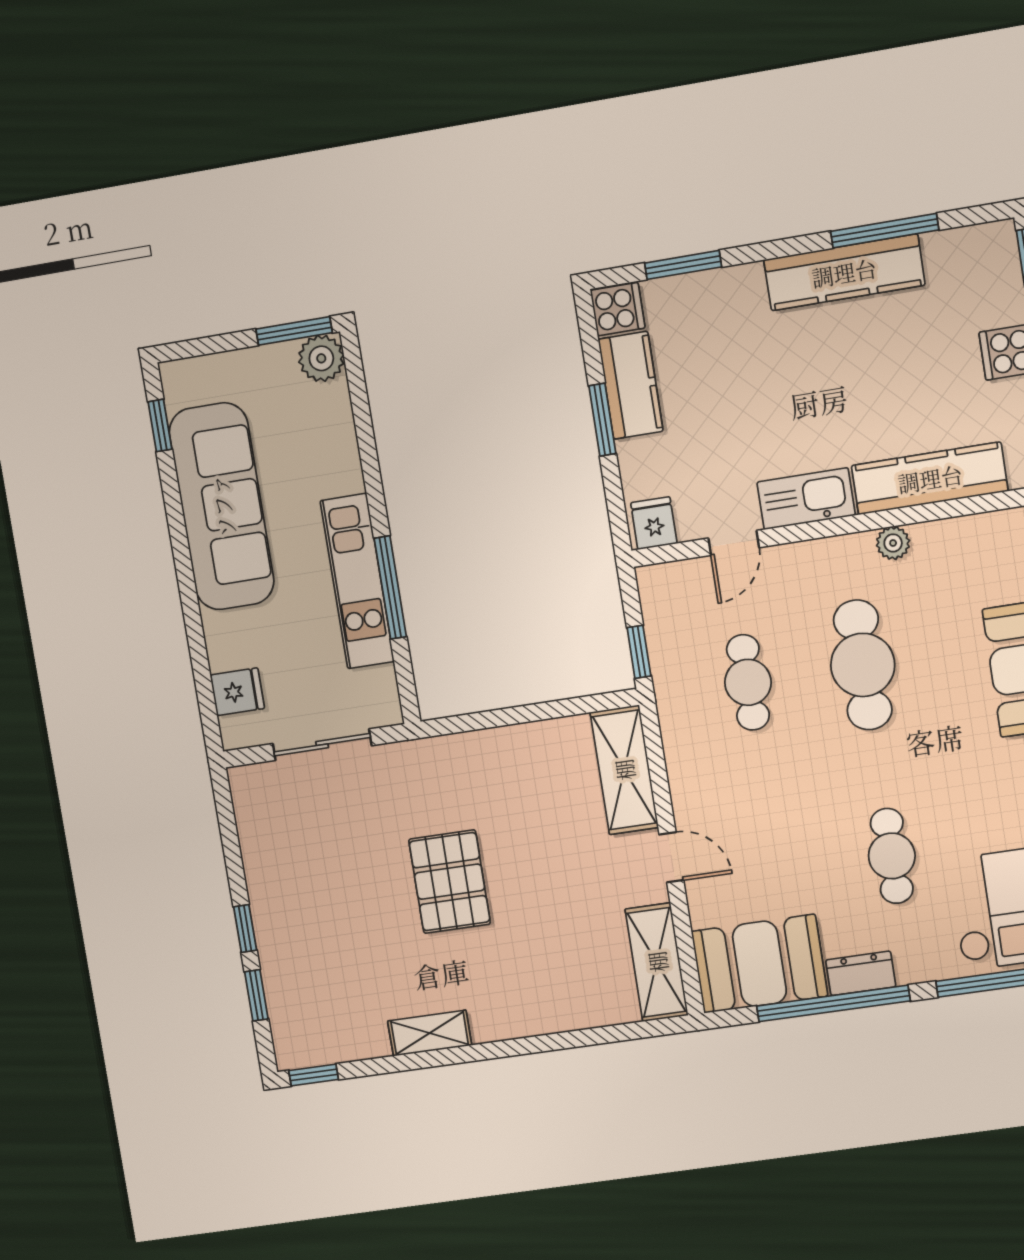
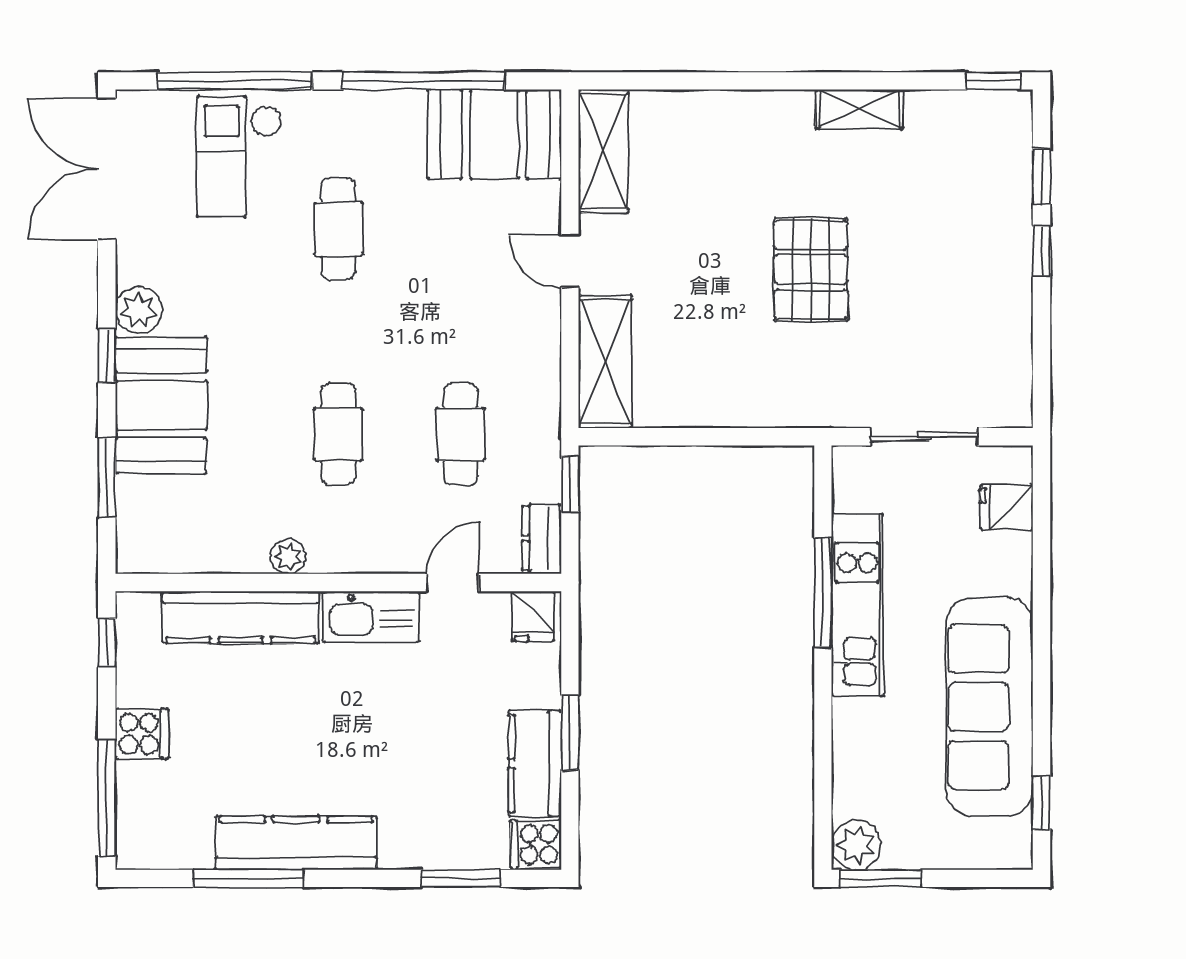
cafe table: (863, 665) -> (338, 434), width x0.73, depth x0.74
dresser: (861, 973) -> (542, 538), moved, turned 90

